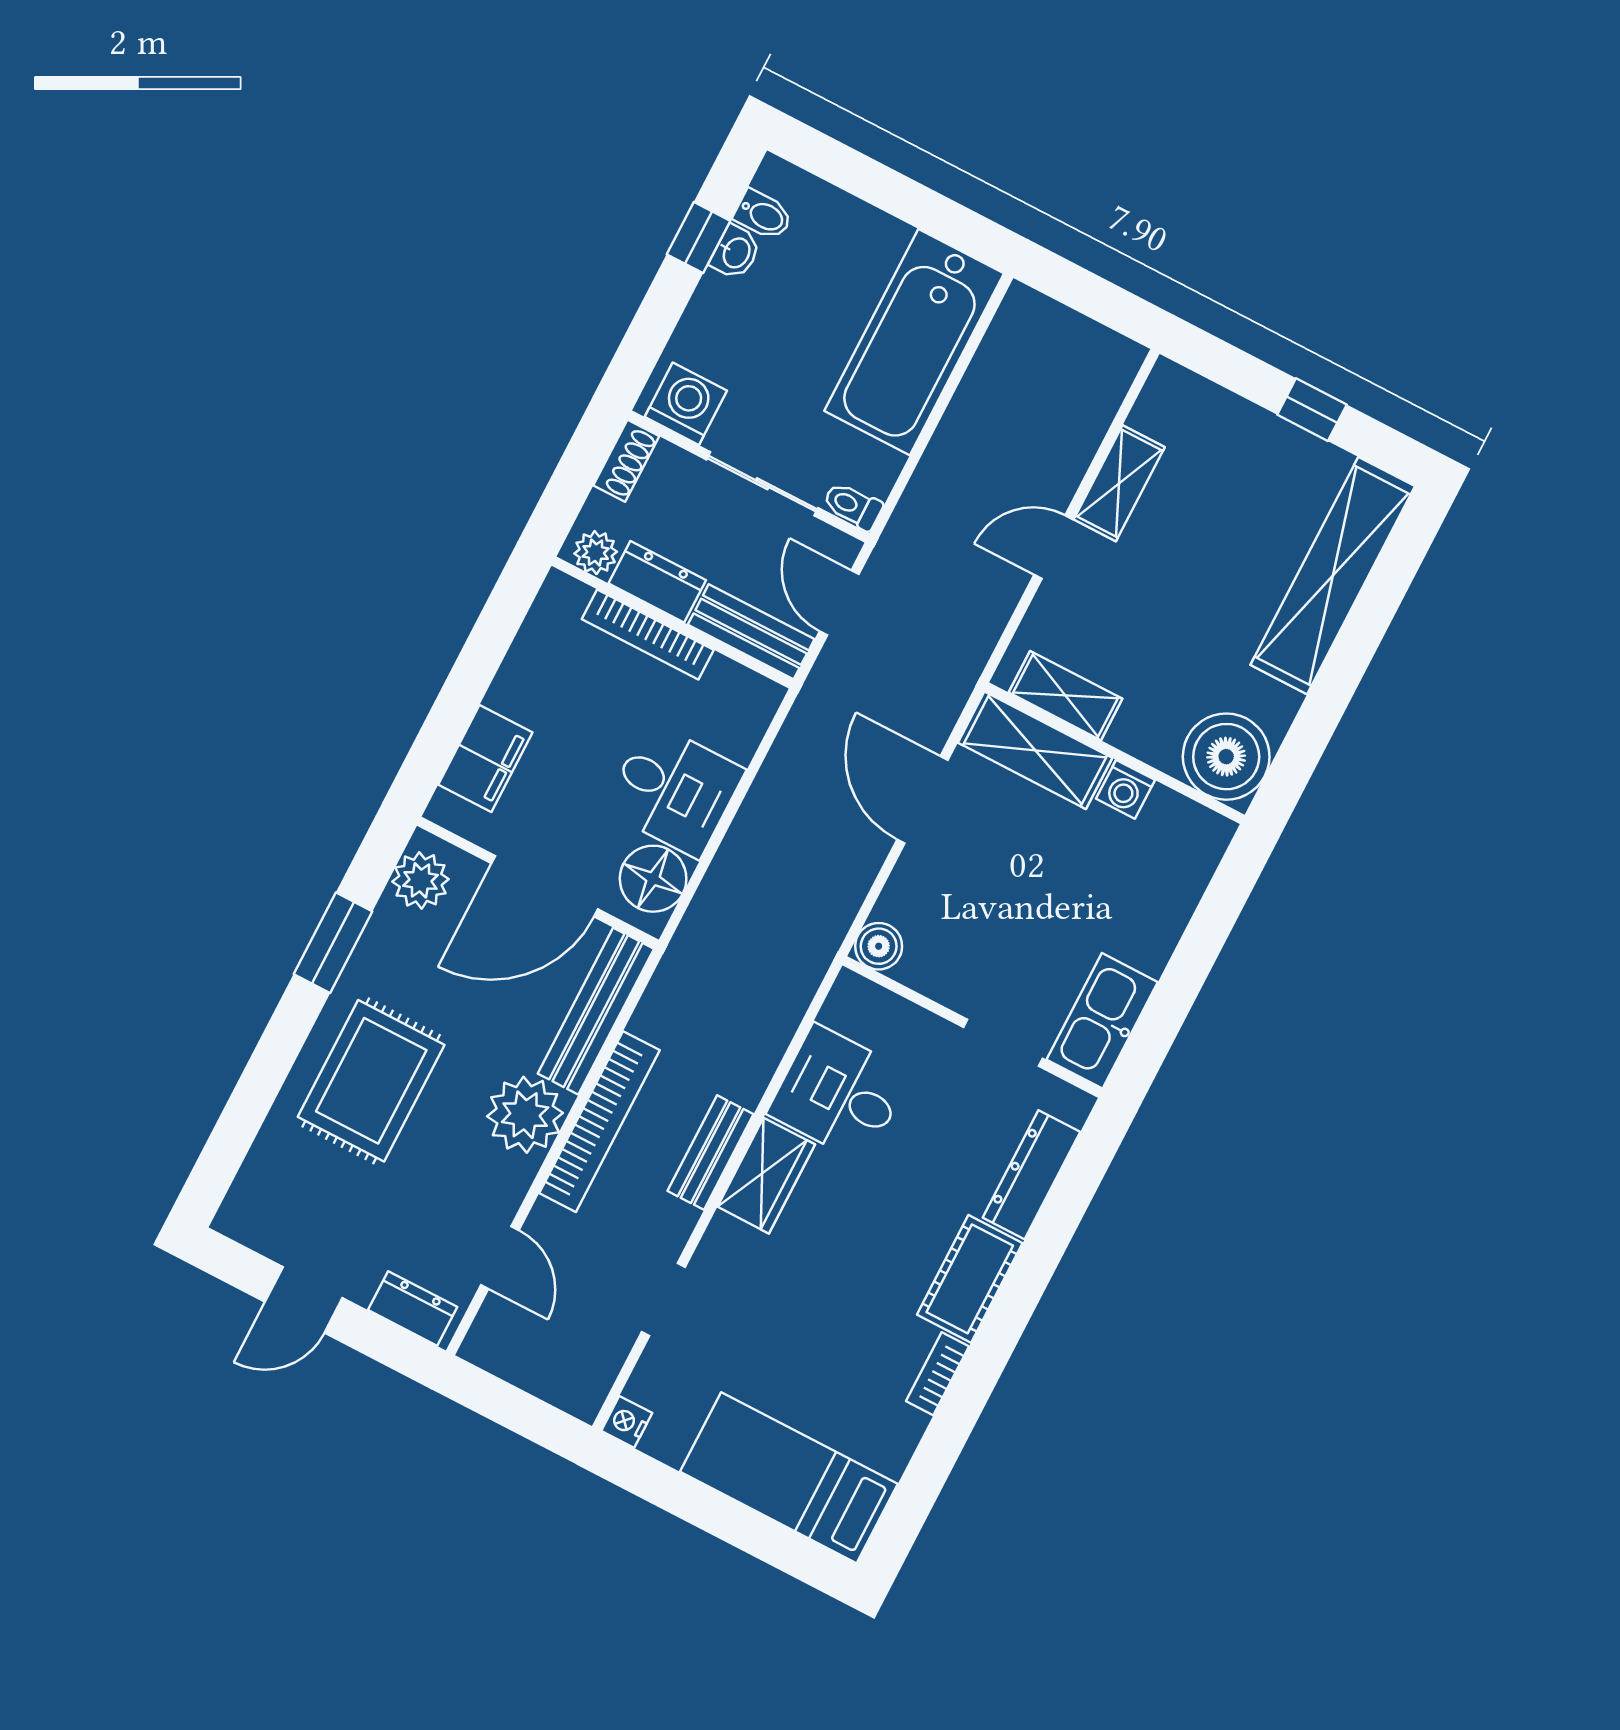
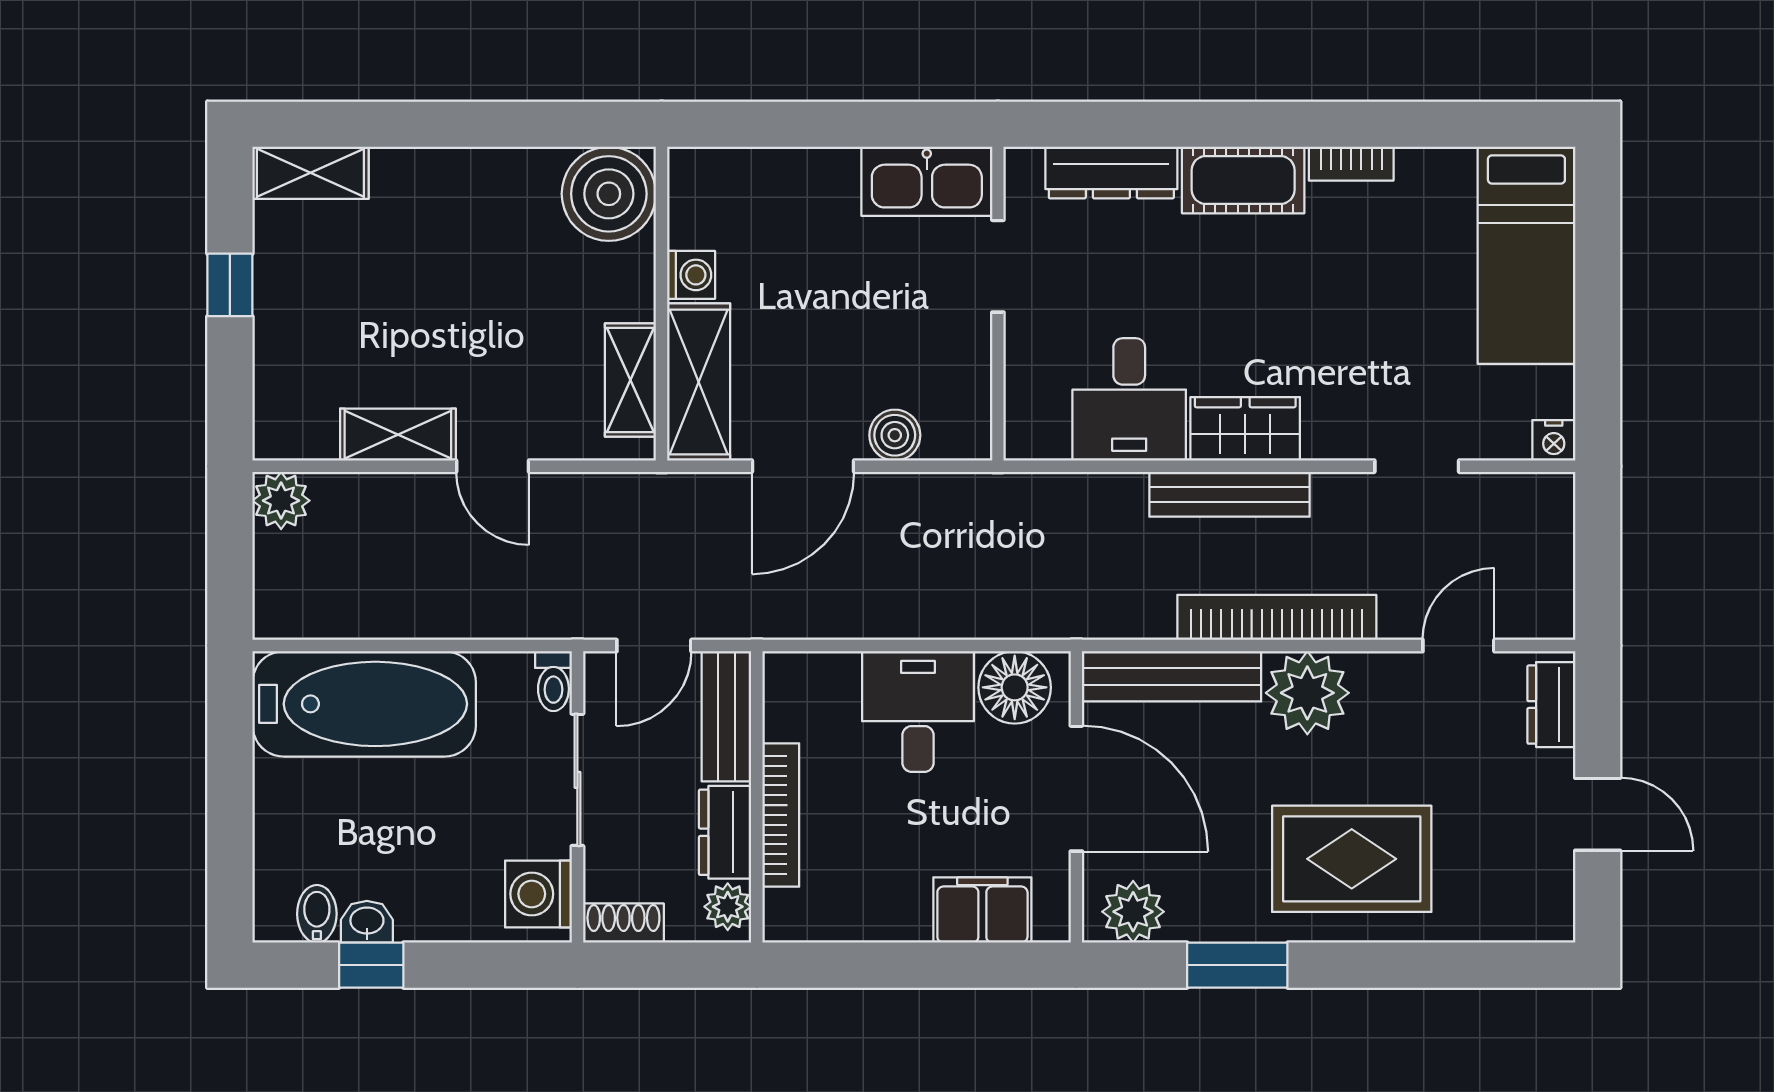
plant: (1115, 360) -> (281, 501), added
shelving: (1333, 576) -> (310, 173), width x0.45, depth x0.75
boiler: (879, 946) -> (895, 435), moved
bench: (711, 1153) -> (1230, 494), width x1.36

